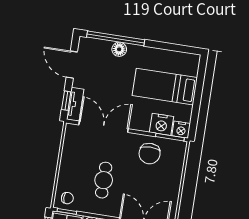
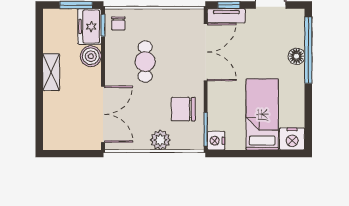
nightstand: (161, 124) -> (292, 139), moved, turned -90
plant: (173, 177) -> (160, 140), added
cafe table: (104, 180) -> (145, 62), turned 90

